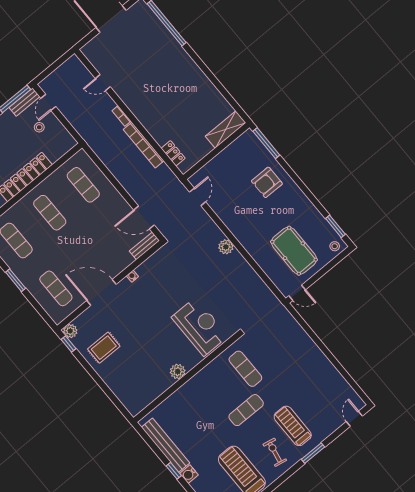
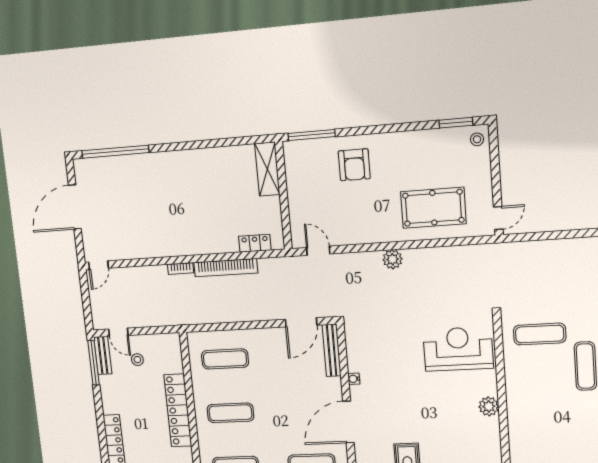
door: (103, 83) -> (98, 265), moved
bench: (144, 246) -> (332, 350), width x1.36
pool table: (294, 251) -> (433, 208), moved

